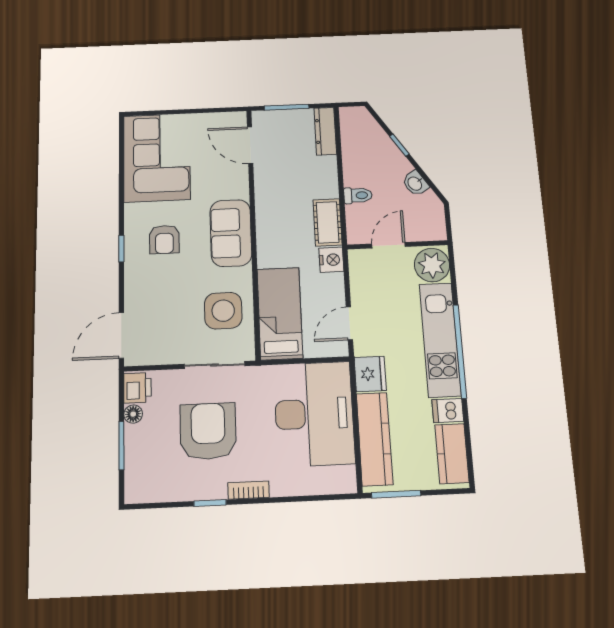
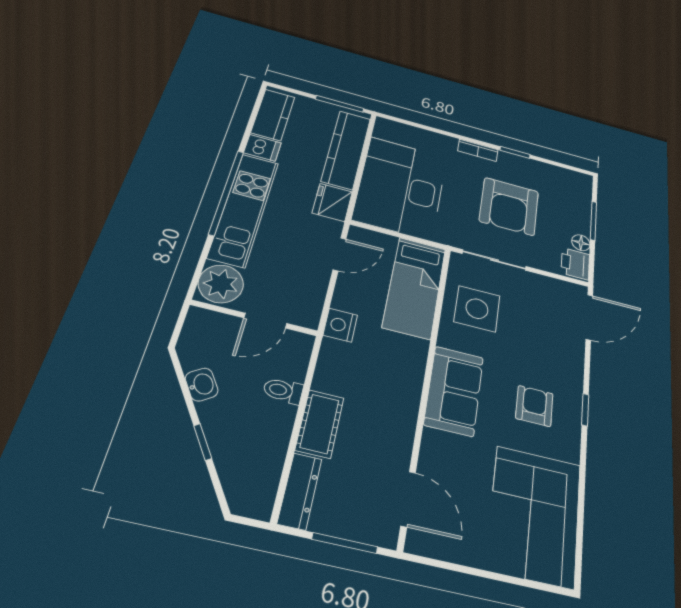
cot: (327, 222) -> (320, 424), moved

